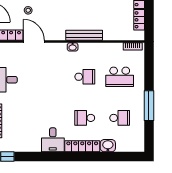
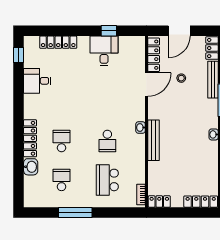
locker: (139, 20) -> (159, 201), moved
school desk: (120, 118) -> (62, 180), turned 180
desk: (53, 140) -> (37, 81), moved

